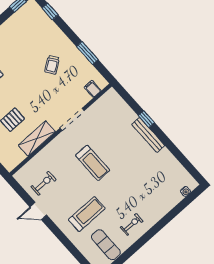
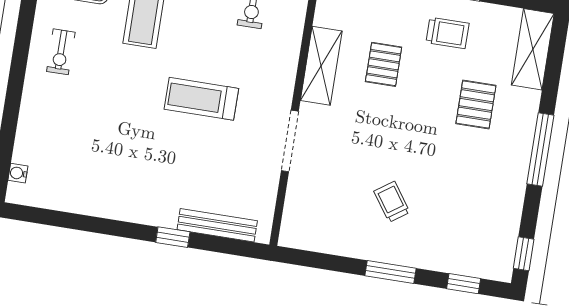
window: (87, 53) -> (390, 272), moved
filing cabinet: (93, 89) -> (297, 216), removed
bench: (148, 135) -> (217, 225), moved

